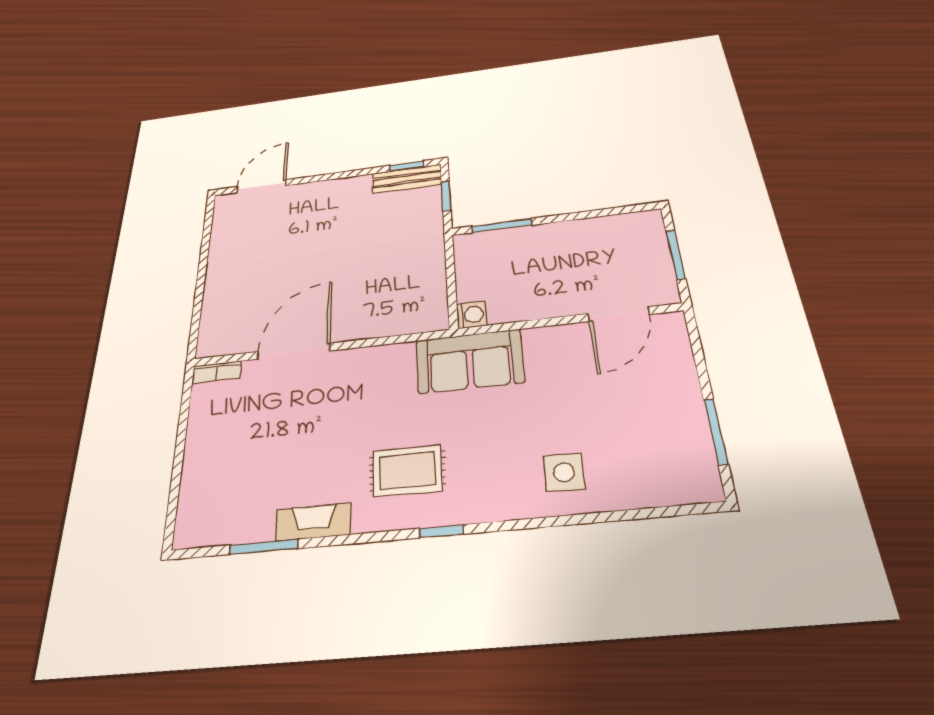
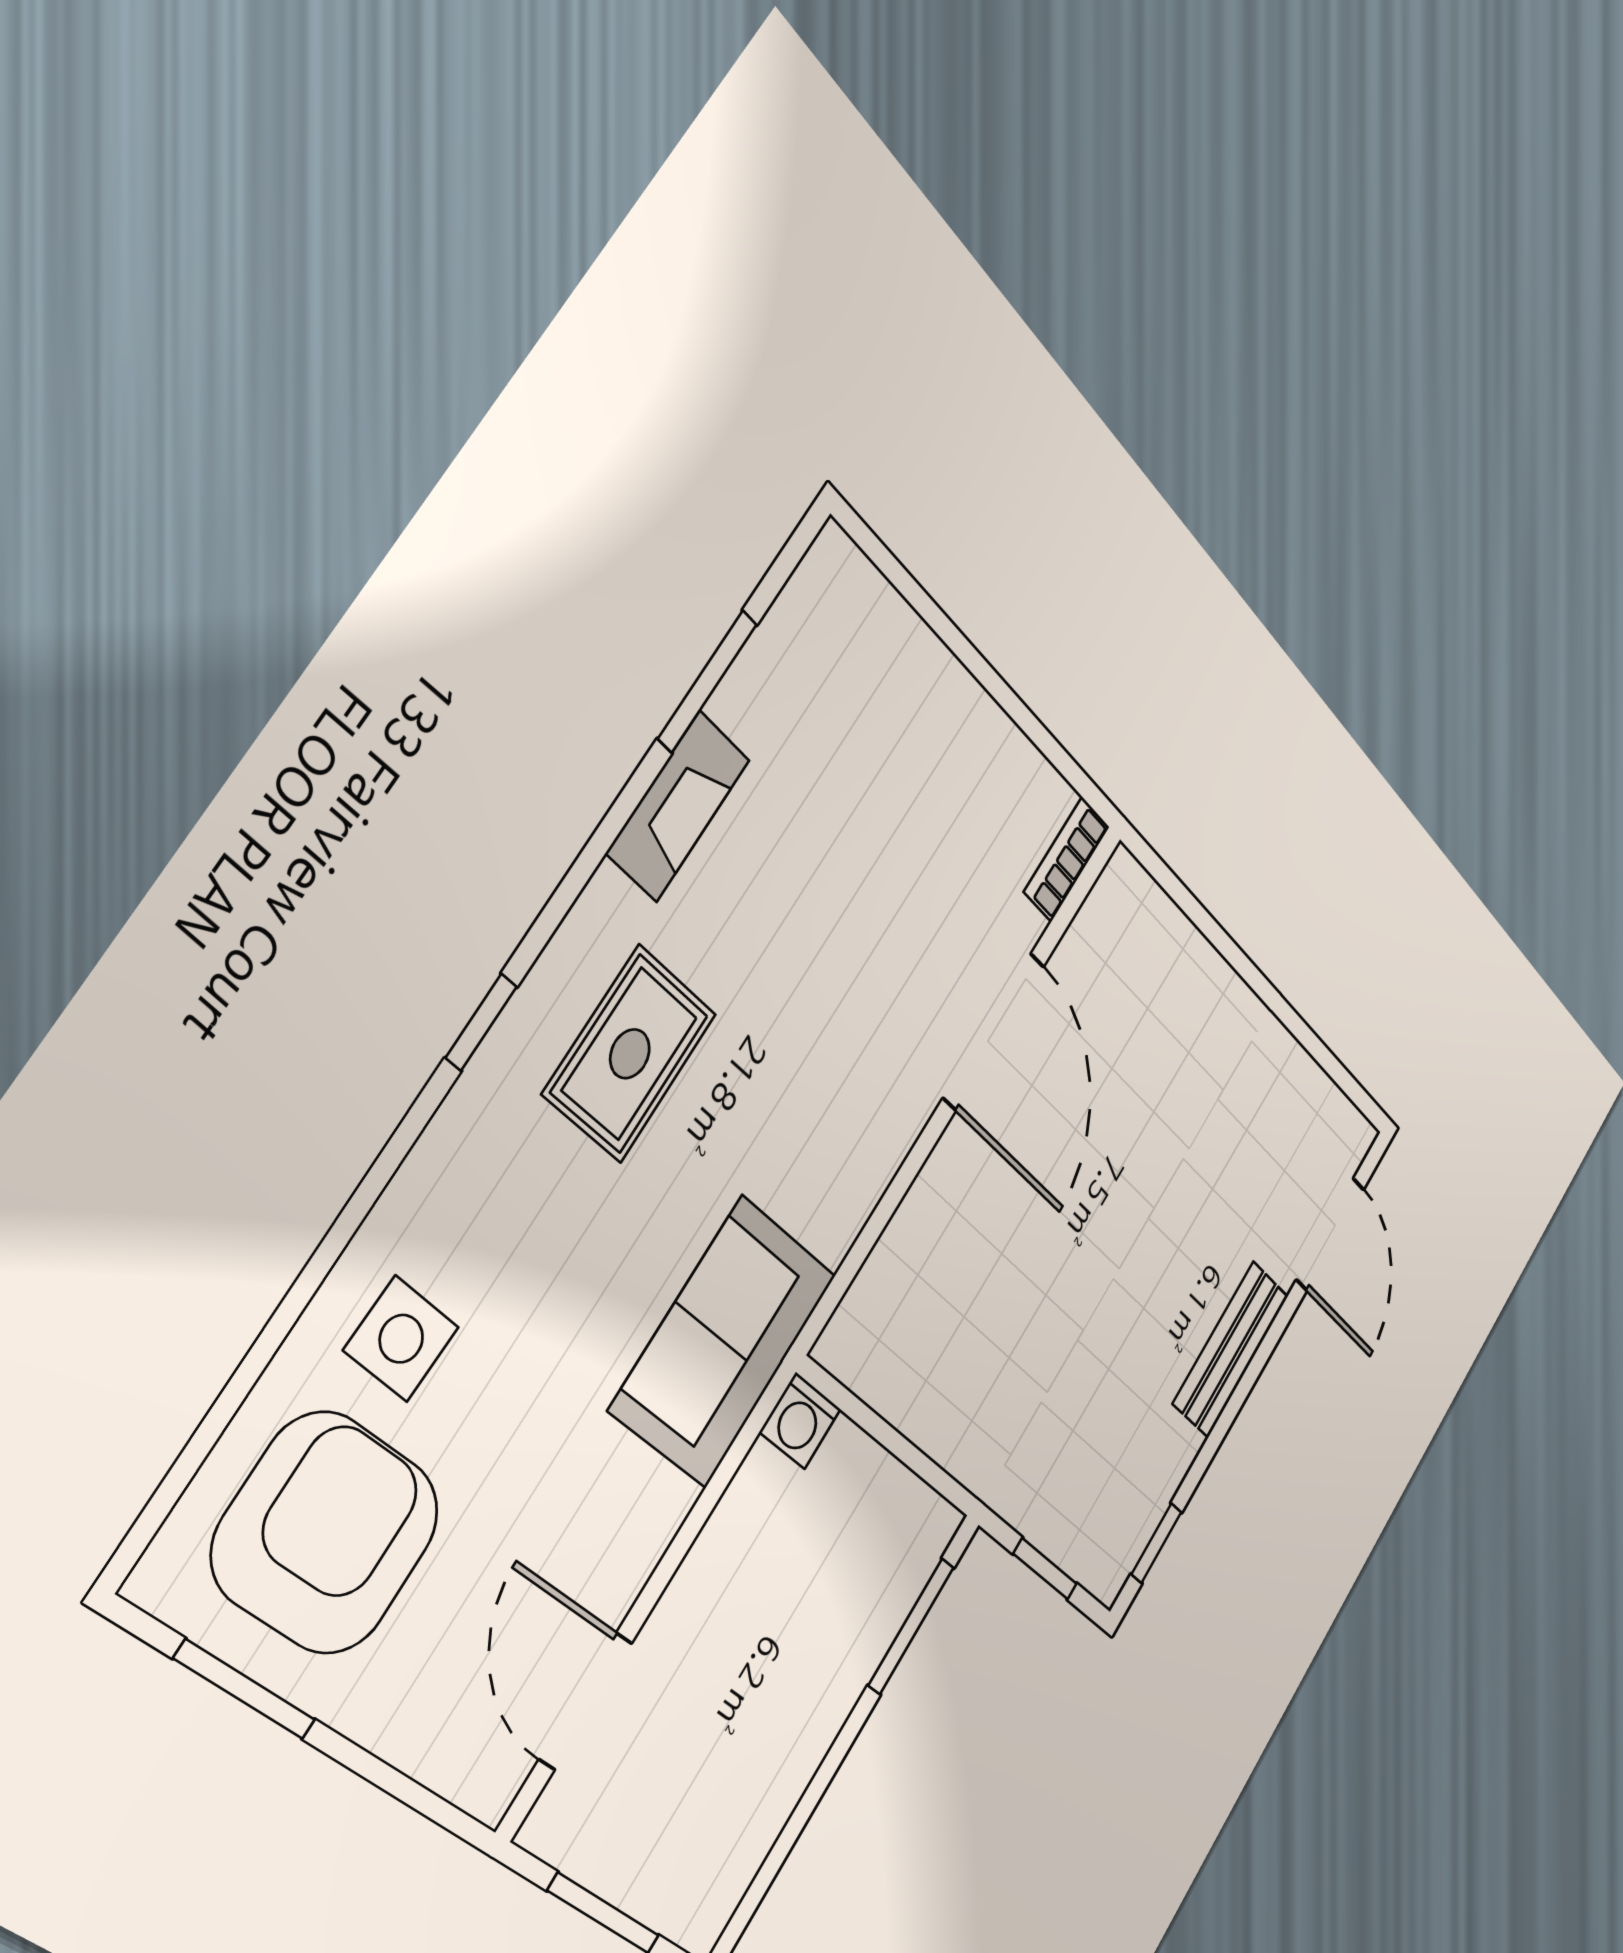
bench: (407, 179) -> (1231, 1350), moved
armchair: (645, 445) -> (327, 1533), added

